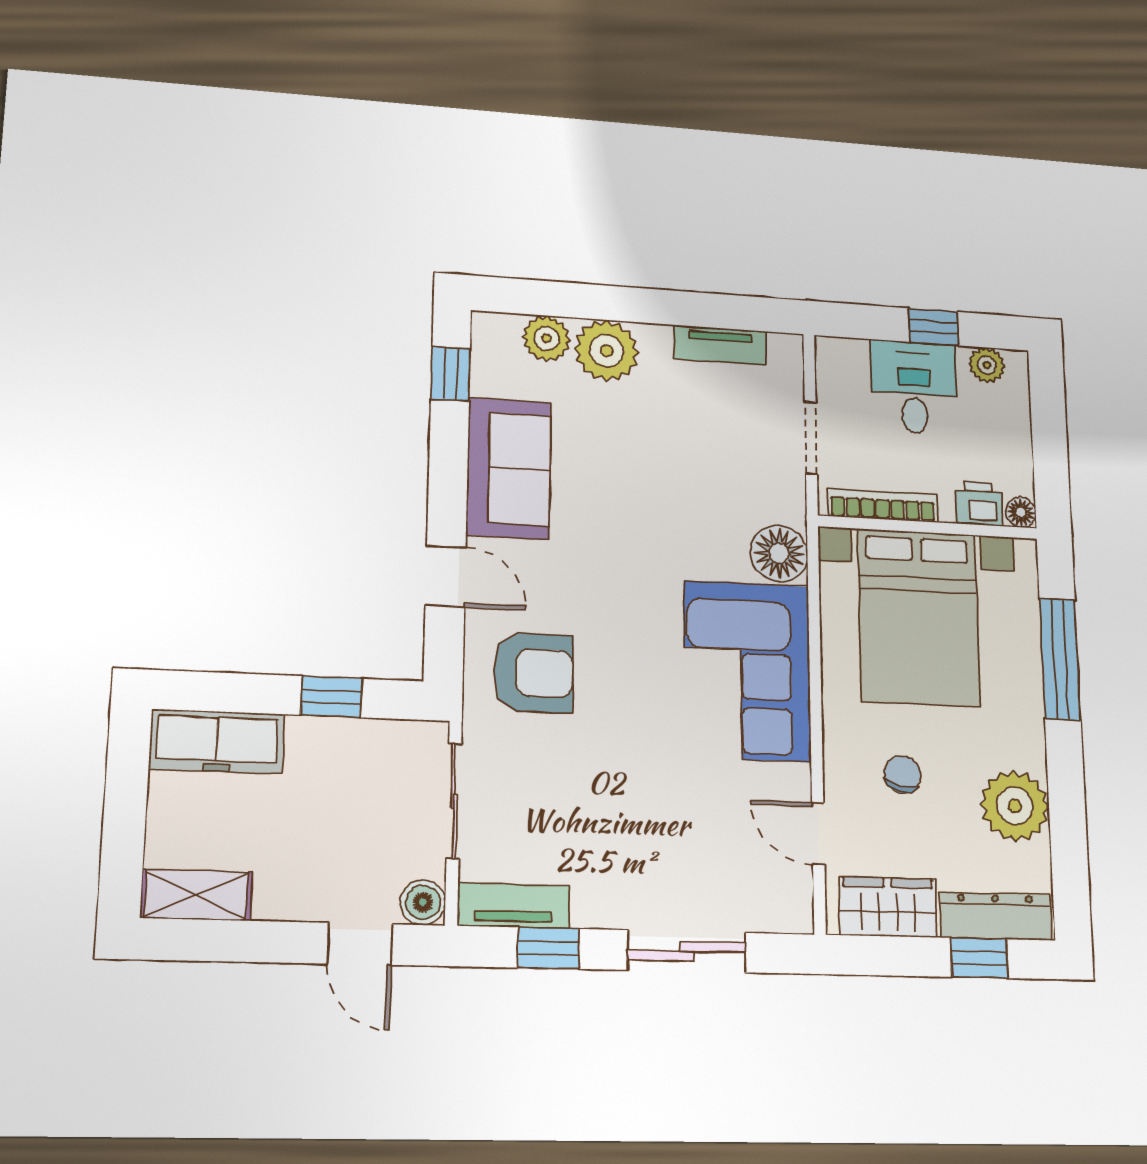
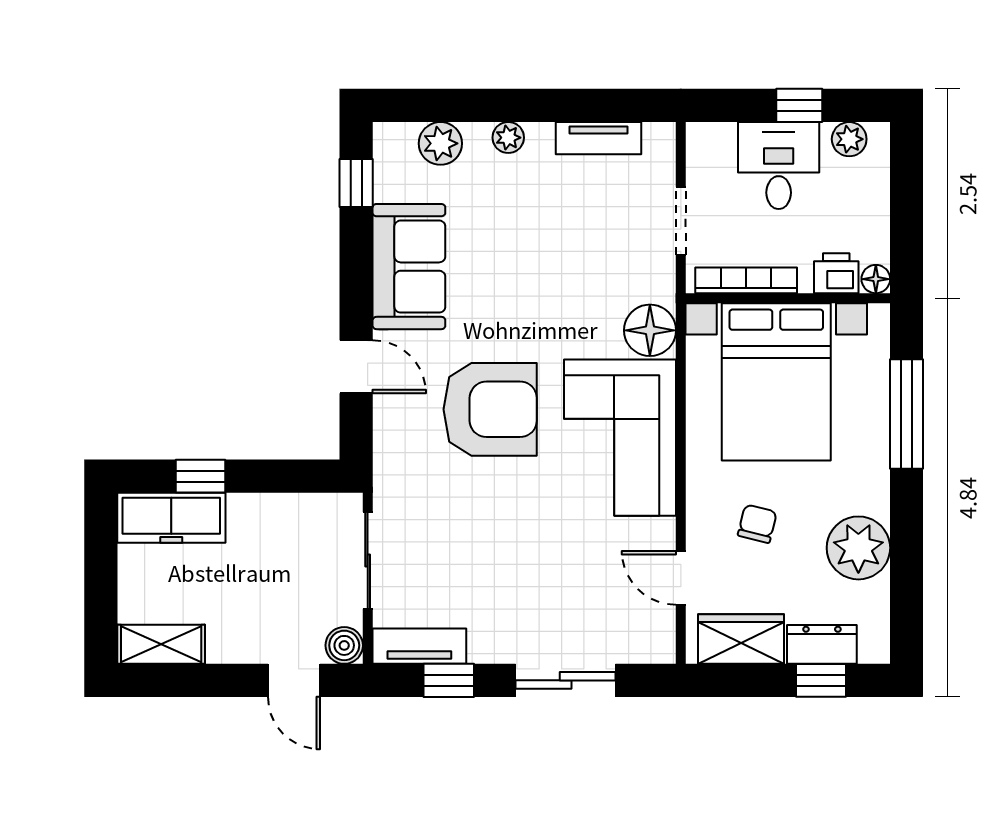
plant: (607, 351) -> (508, 138), width x0.53, depth x0.53
armchair: (533, 673) -> (490, 409), moved, width x1.36, depth x1.36
window: (331, 697) -> (201, 476), moved
dresser: (996, 916) -> (822, 644), width x0.70

